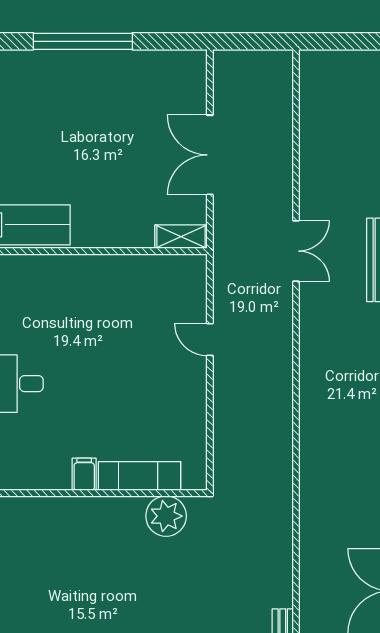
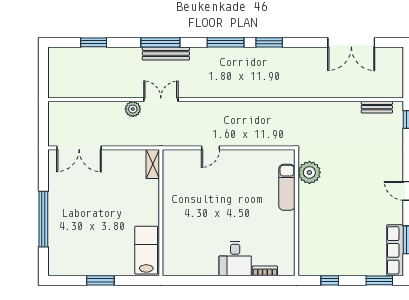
double door: (210, 155) -> (79, 148), moved
plant: (279, 201) -> (133, 109), added
filing cabinet: (84, 474) -> (286, 218), removed

